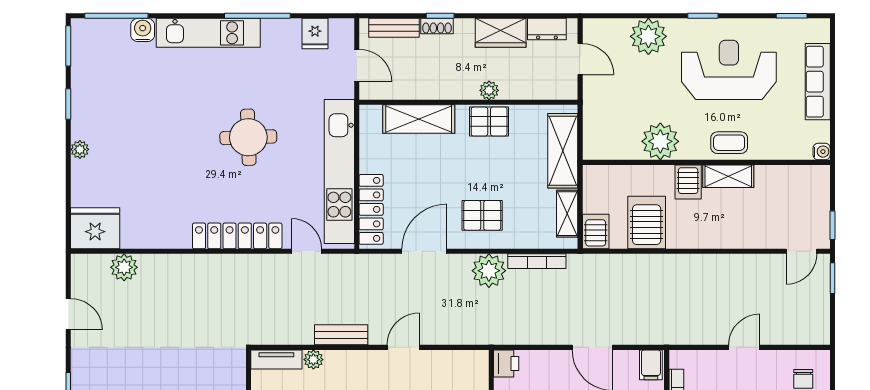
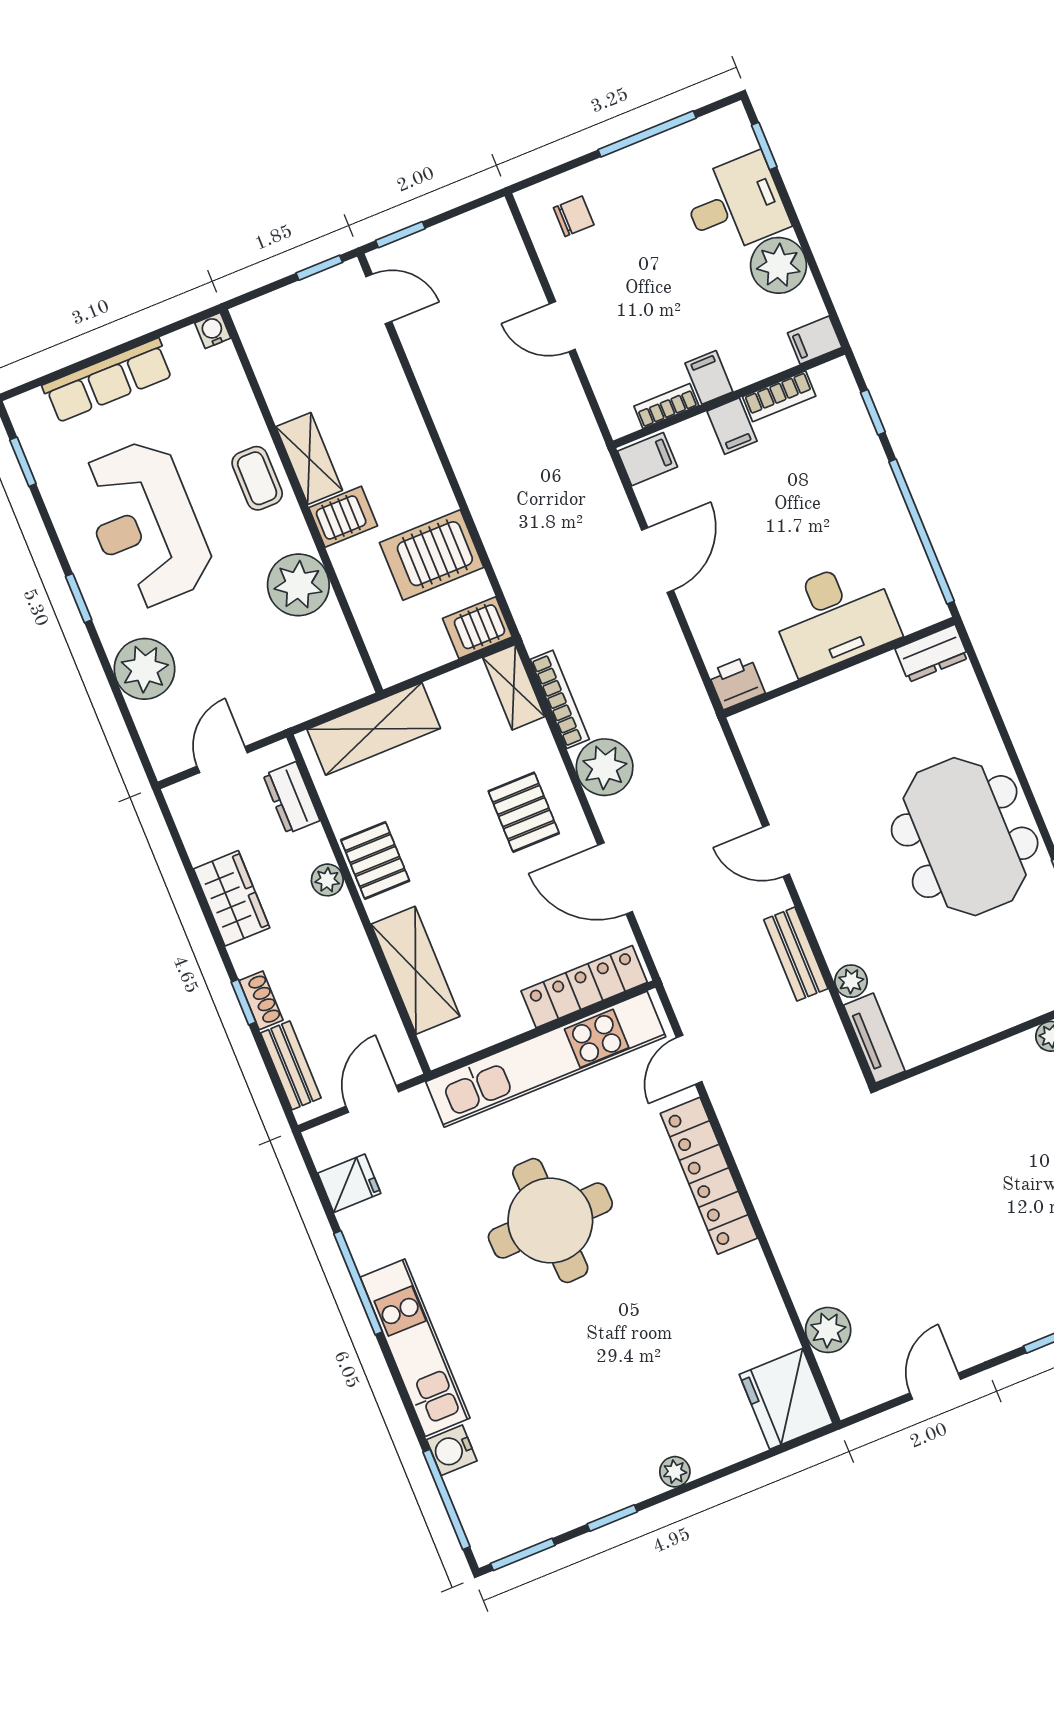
dresser: (547, 29) -> (291, 798), moved, turned 180
round table: (248, 137) -> (550, 1221), width x1.36, depth x1.36
shelving: (567, 214) -> (514, 687), moved, turned 90

